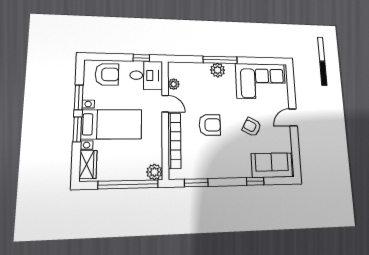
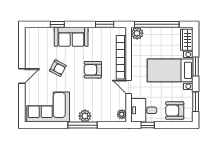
plant: (174, 84) -> (122, 114), moved
window: (79, 97) -> (196, 102), moved
sofa: (272, 165) -> (71, 37), moved

